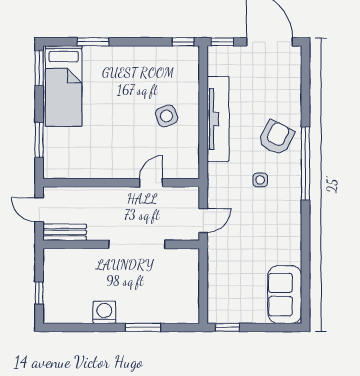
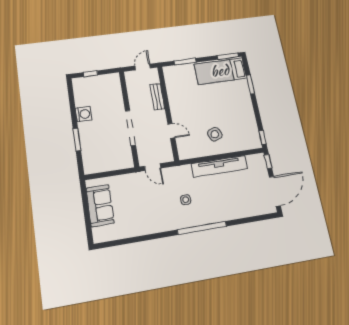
armchair: (276, 138) -> (215, 206), removed
bench: (65, 232) -> (157, 97), moved
sofa: (285, 295) -> (100, 206), moved, turned 90
window: (227, 327) -> (84, 194), removed

